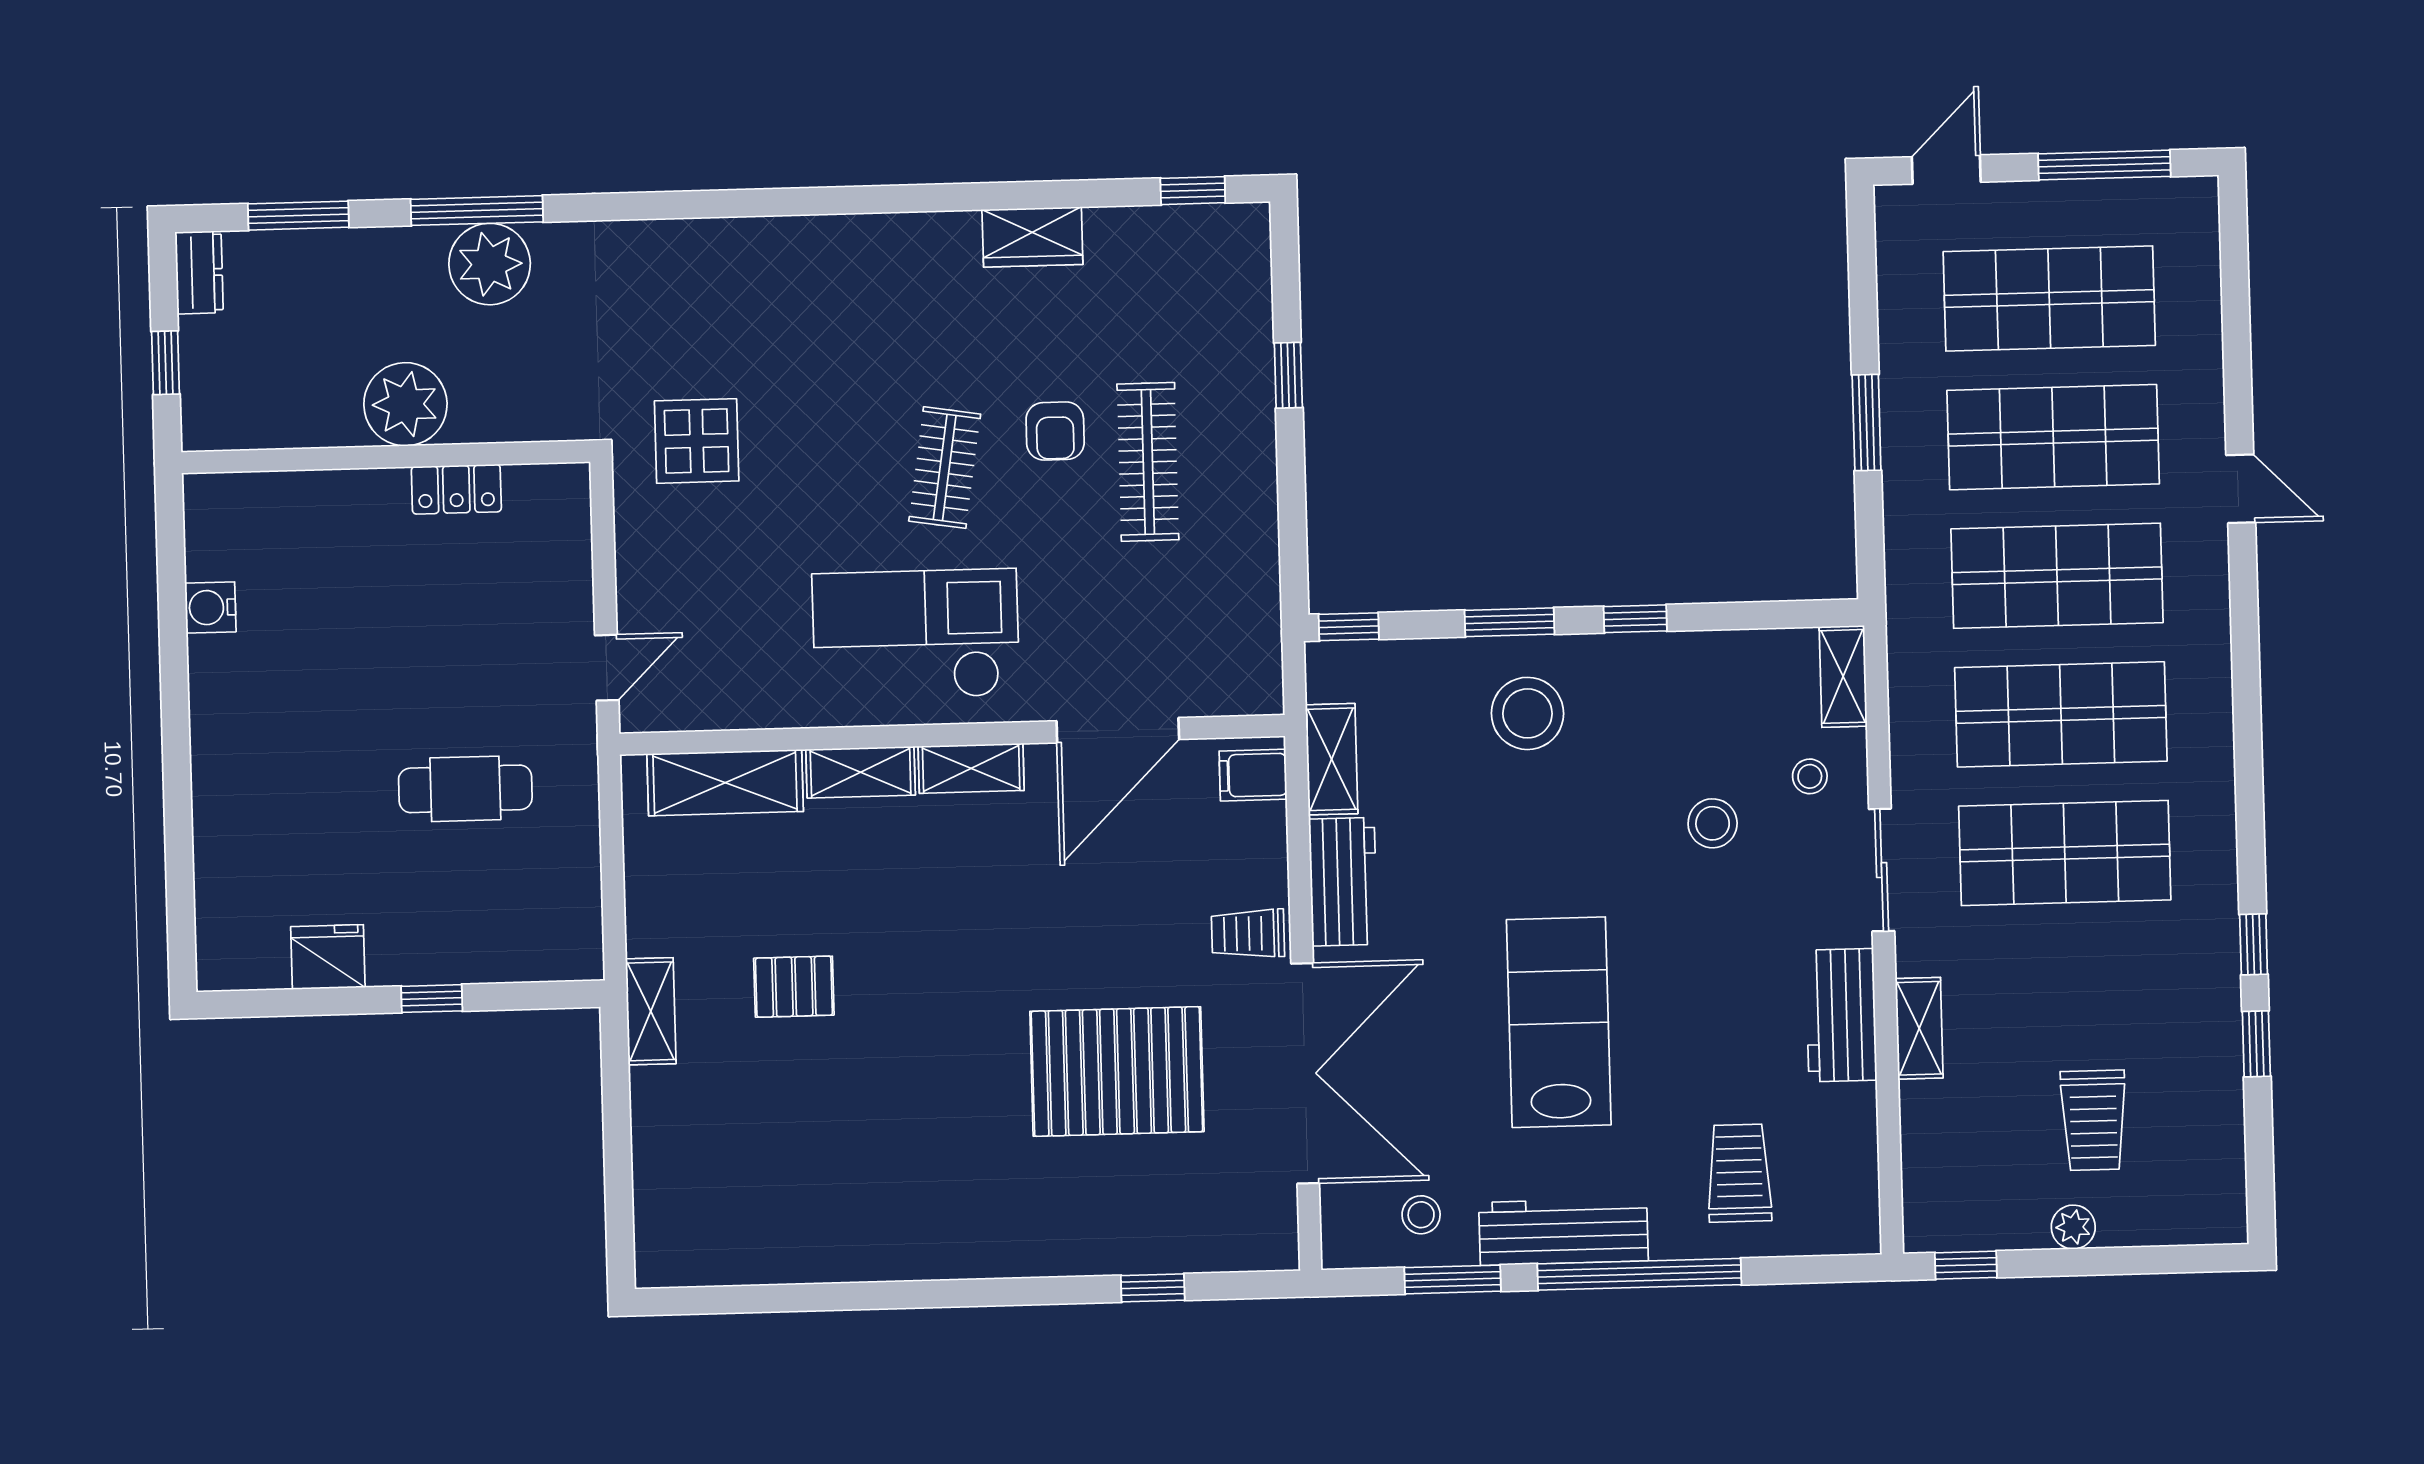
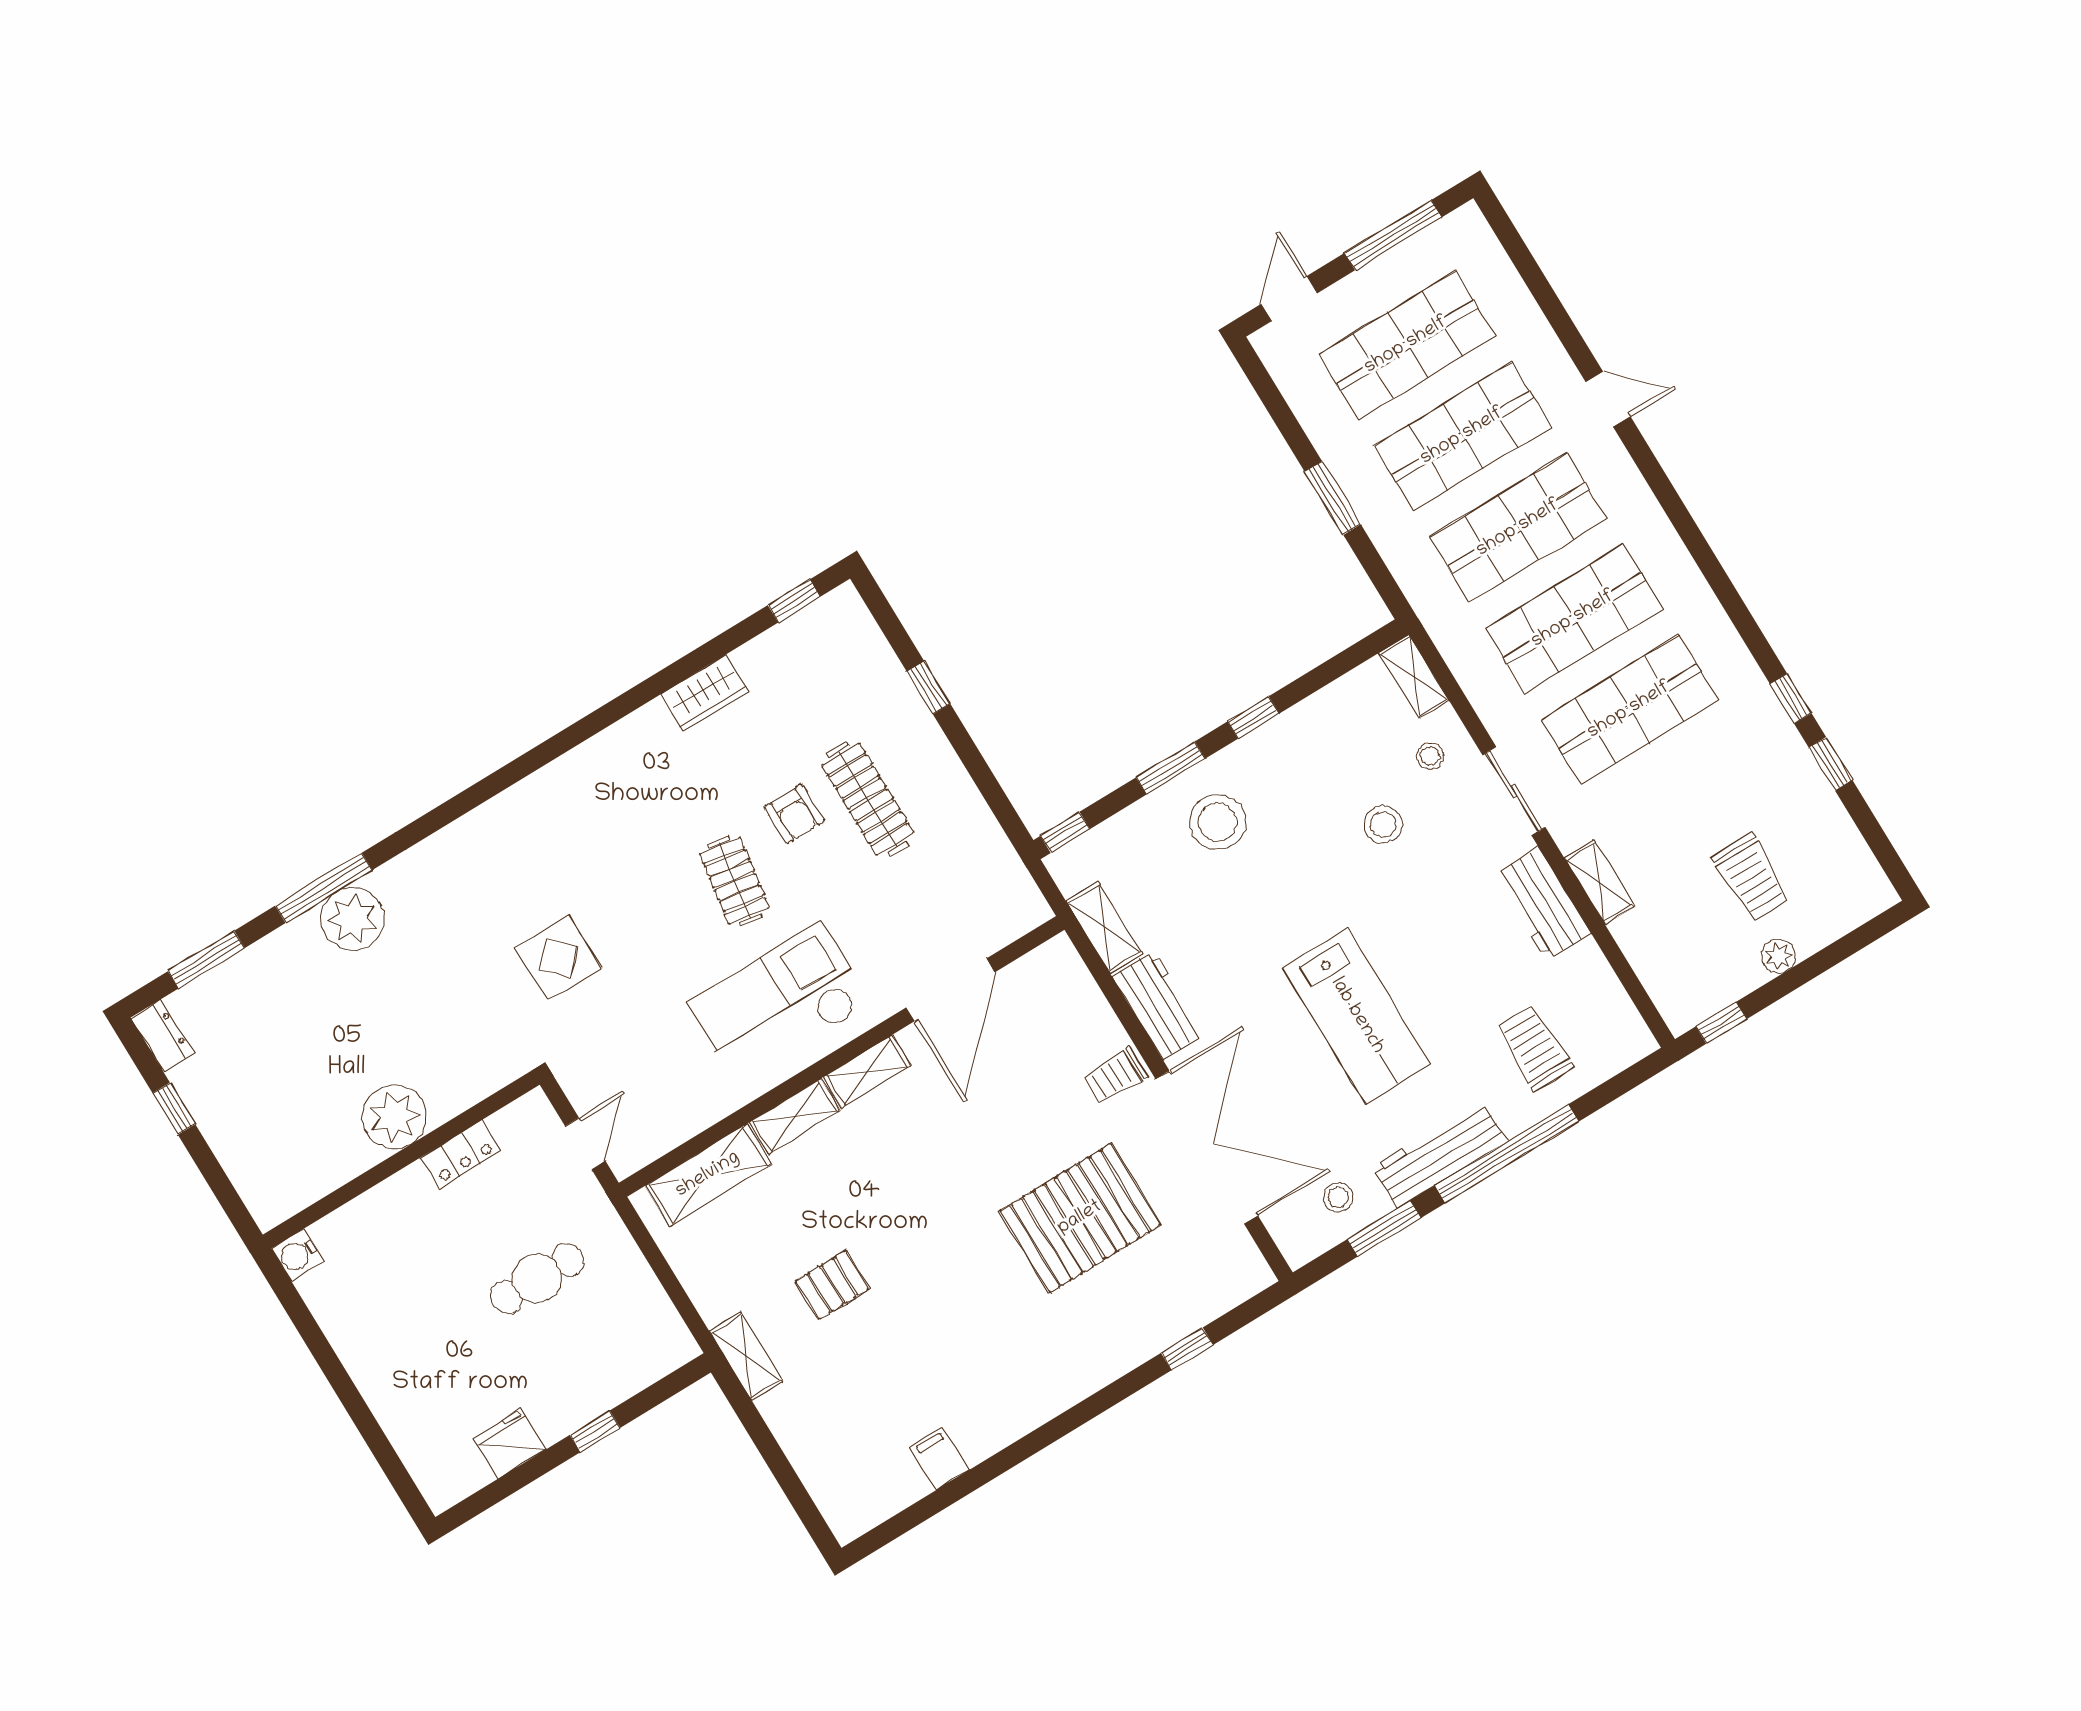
plant: (405, 404) -> (394, 1117), moved
wall: (386, 457) -> (401, 1160), moved
locker: (456, 489) -> (461, 1154), moved
filing cabinet: (1253, 775) -> (939, 1458), moved, turned 90
lab bench: (1559, 1022) -> (1357, 1016), turned 180

